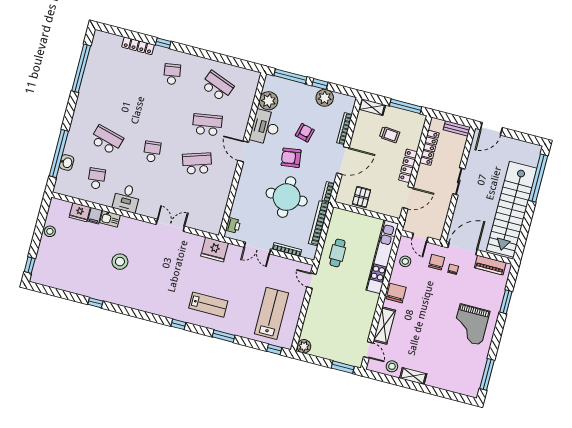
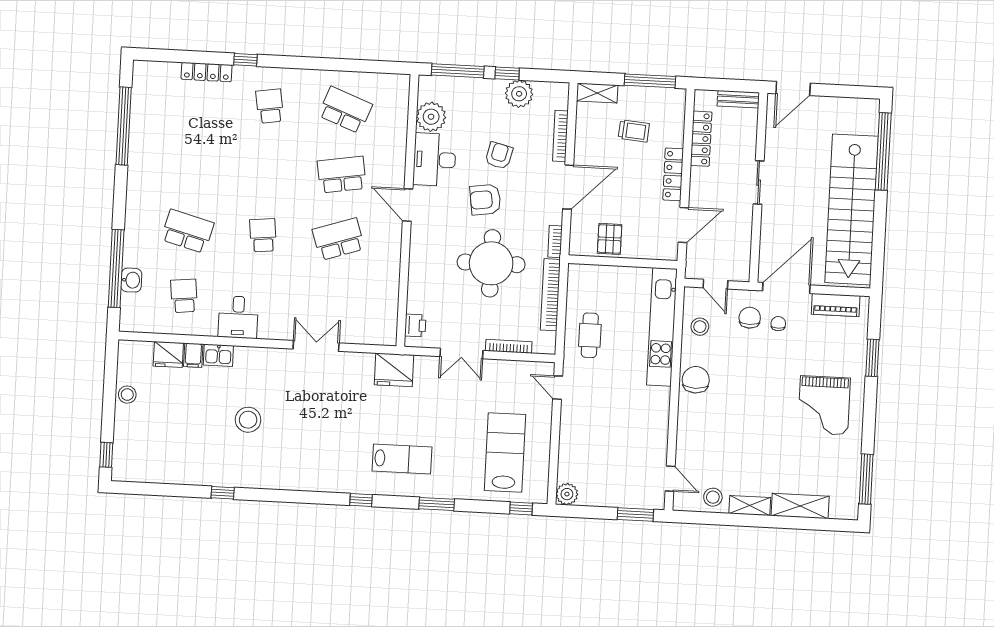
shelving: (384, 326) -> (800, 506), moved, turned 90

